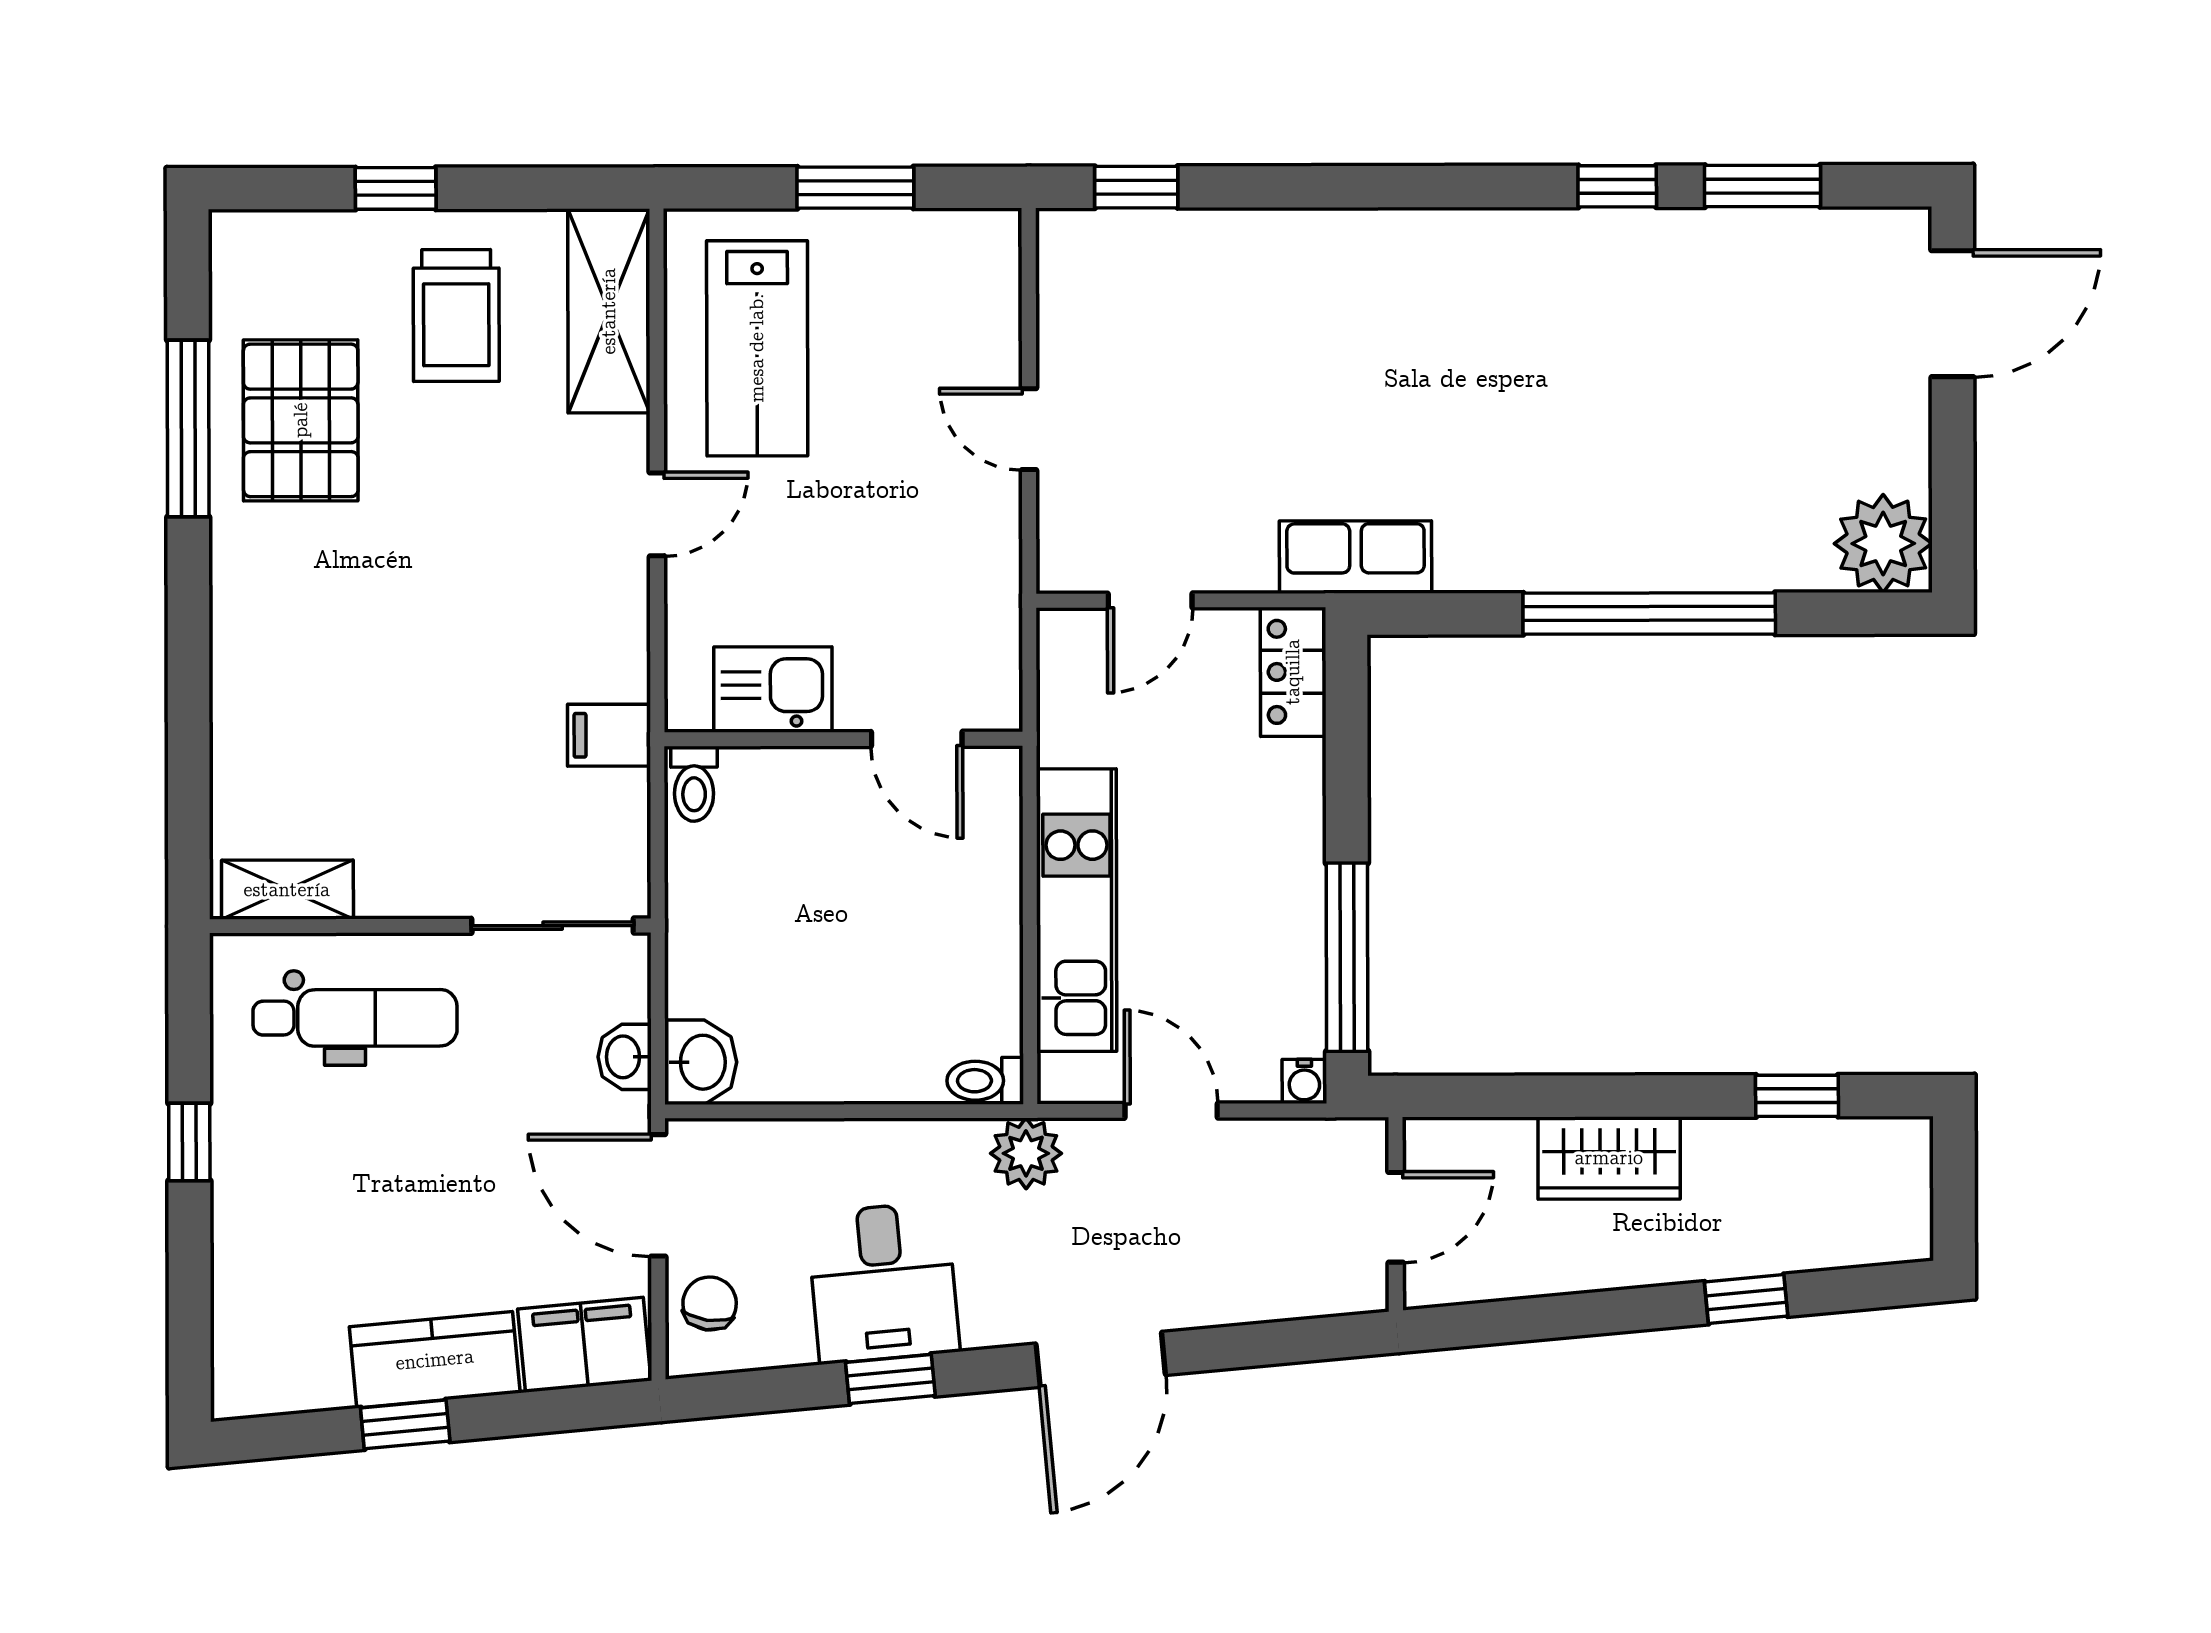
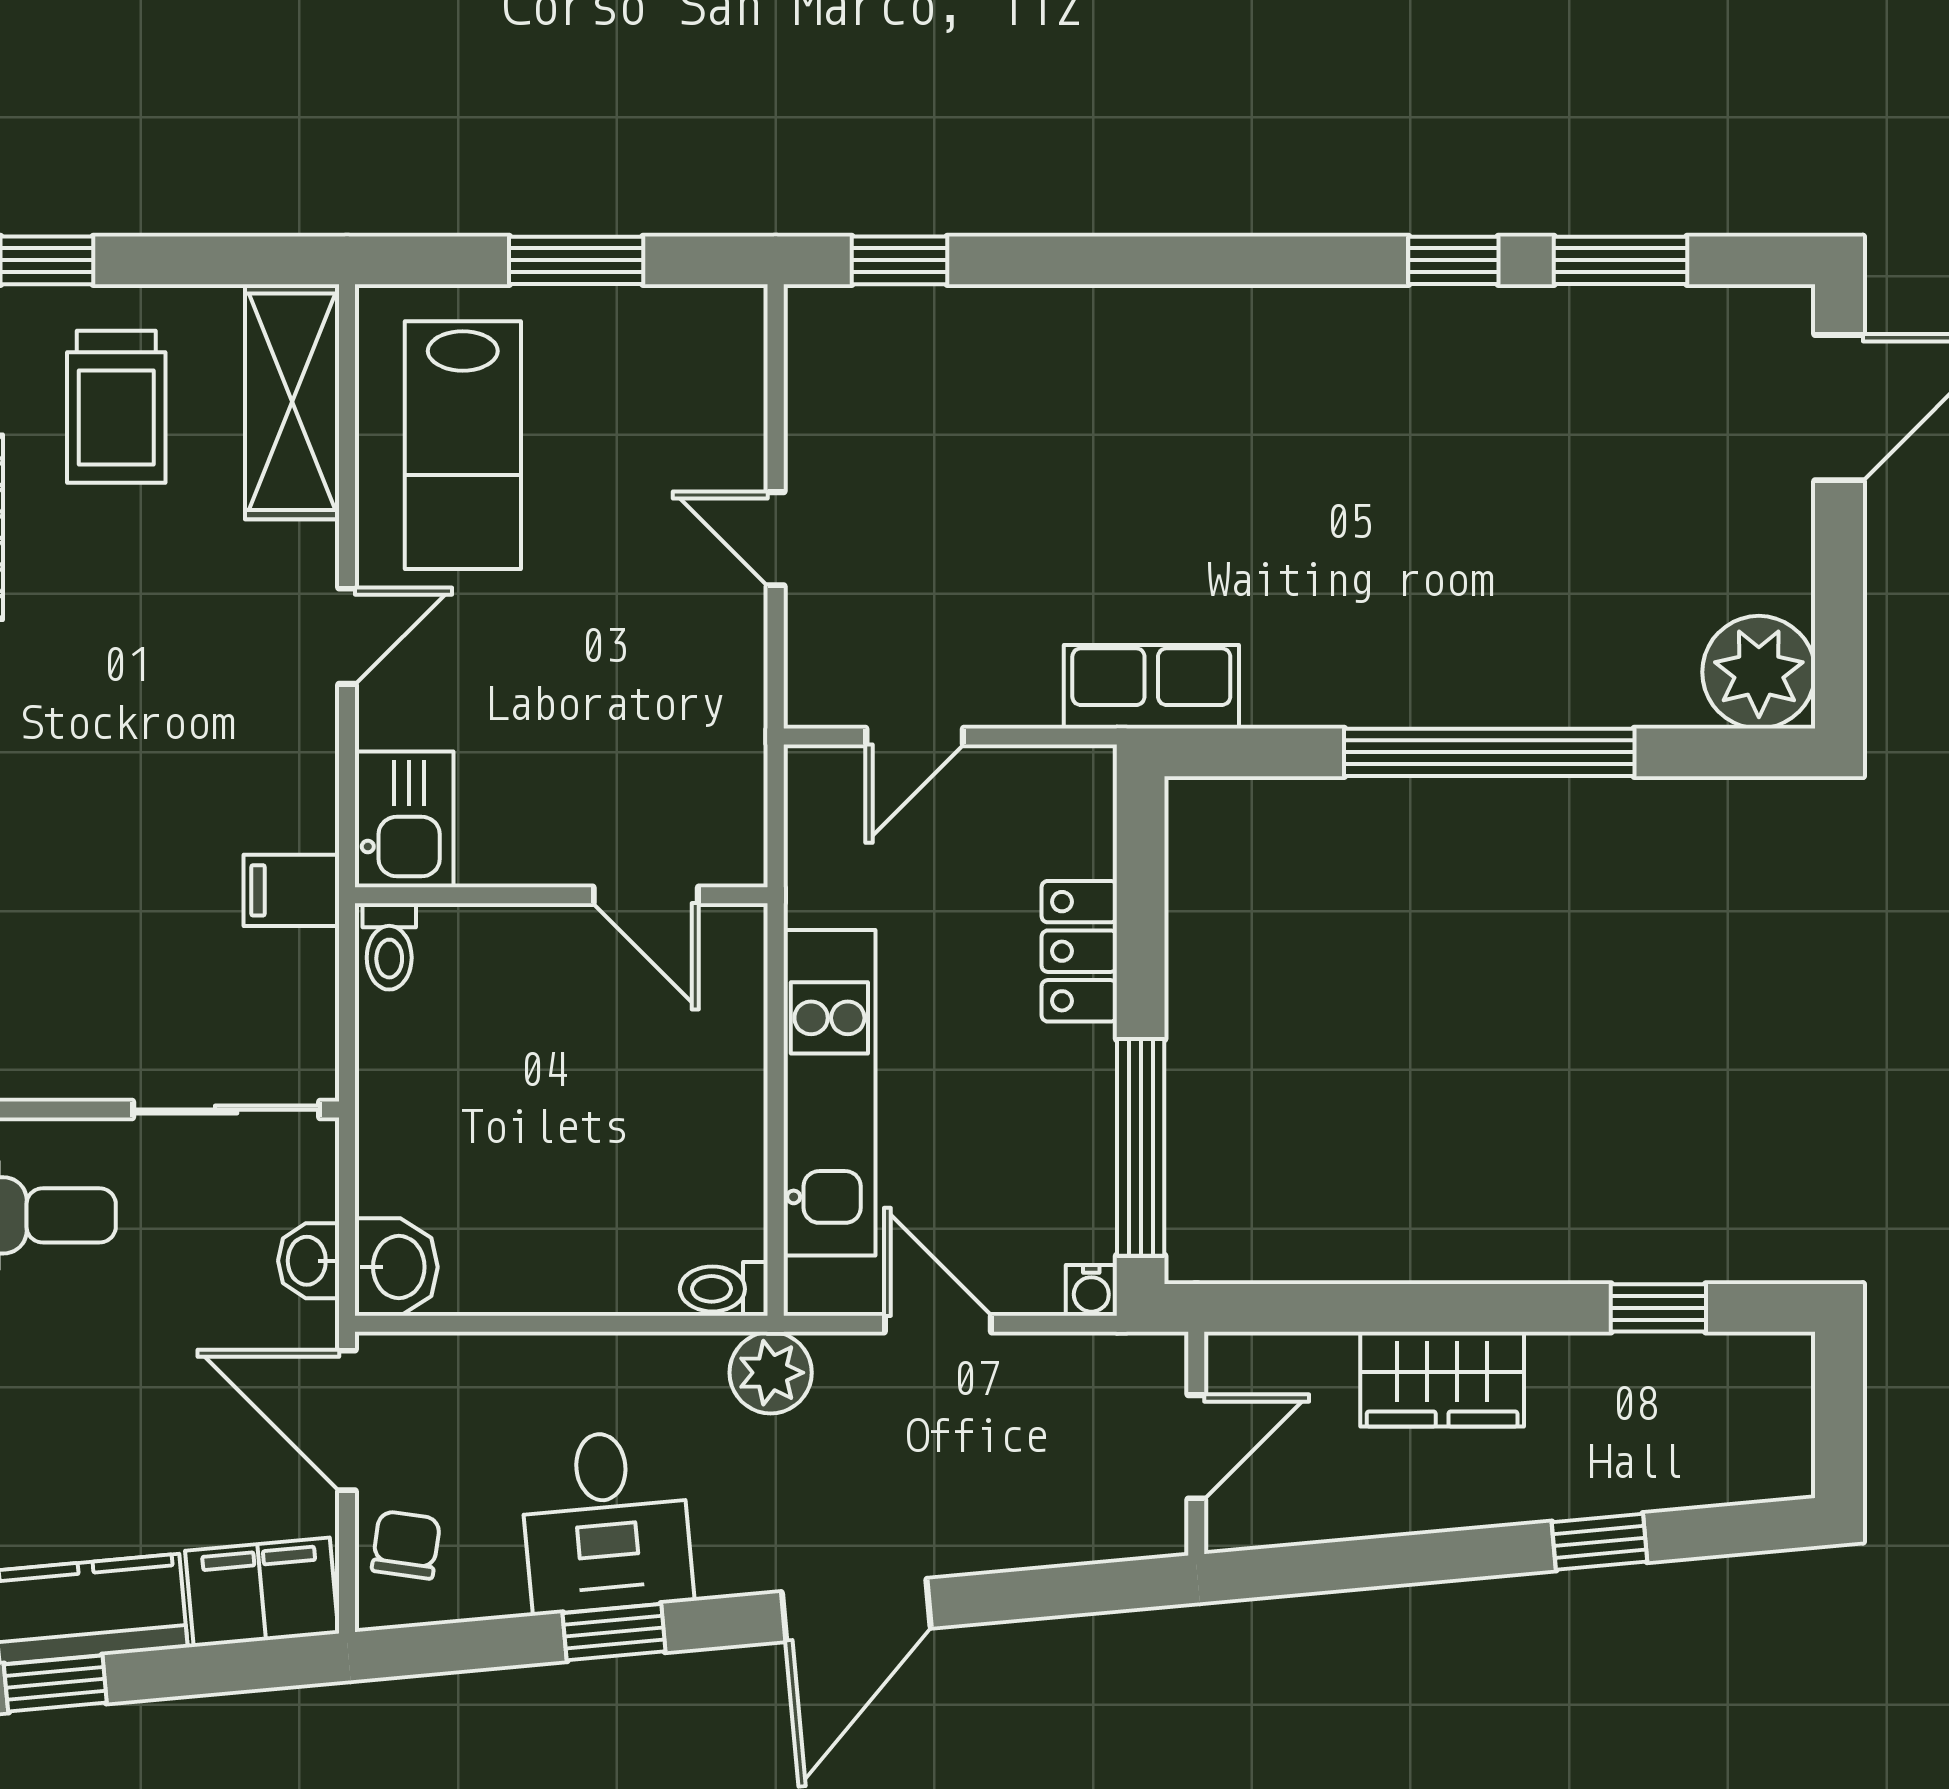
locker: (1293, 672) -> (1079, 951), moved
kitchen sink: (773, 689) -> (404, 819), moved, turned 90

